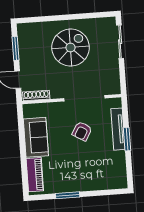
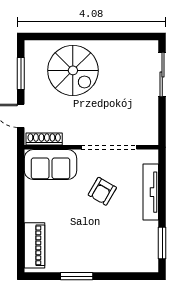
spiral stairs: (71, 48) -> (73, 70), moved, turned 90
sofa: (36, 137) -> (51, 164), moved, turned 90
window: (127, 139) -> (162, 243), moved

